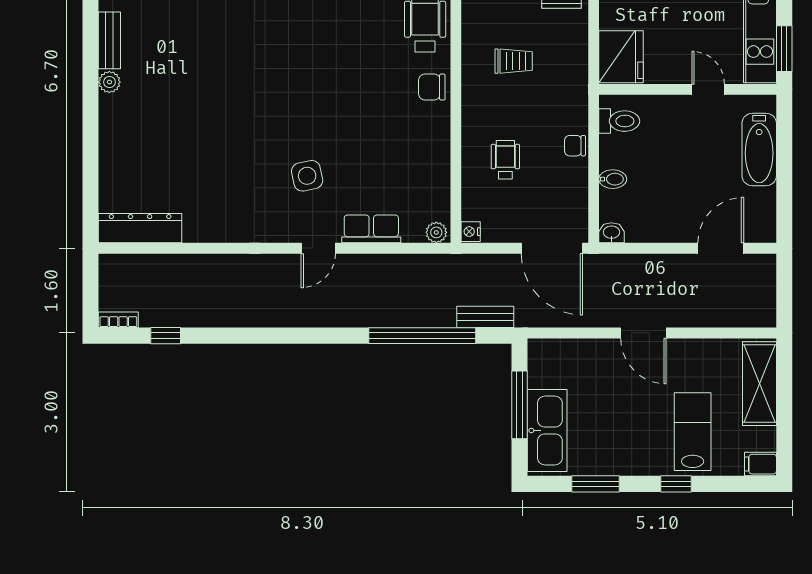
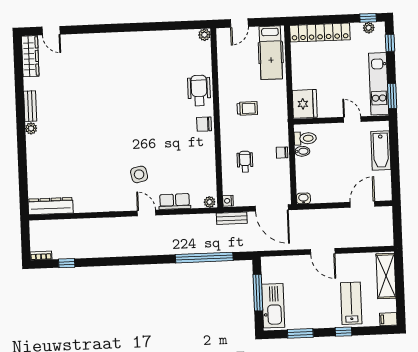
bidet: (613, 179) -> (302, 151), moved
door: (318, 248) -> (147, 213), swing flipped
bench: (485, 317) -> (232, 218), moved

